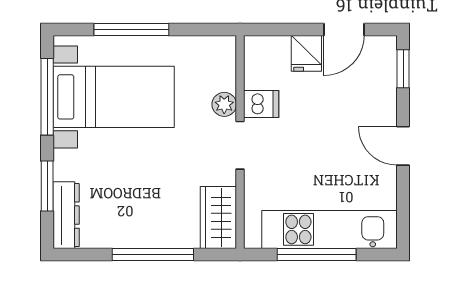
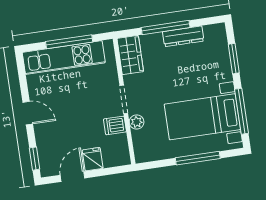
dresser: (66, 215) -> (183, 36), moved, turned -90

